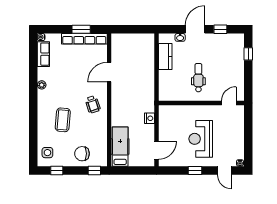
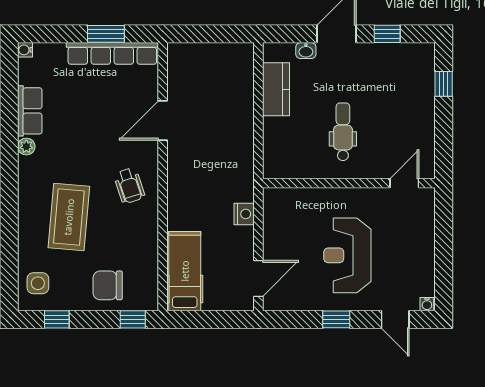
row of seats: (43, 54) -> (30, 111), moved
coffee table: (63, 120) -> (69, 217), width x1.36, depth x1.32

